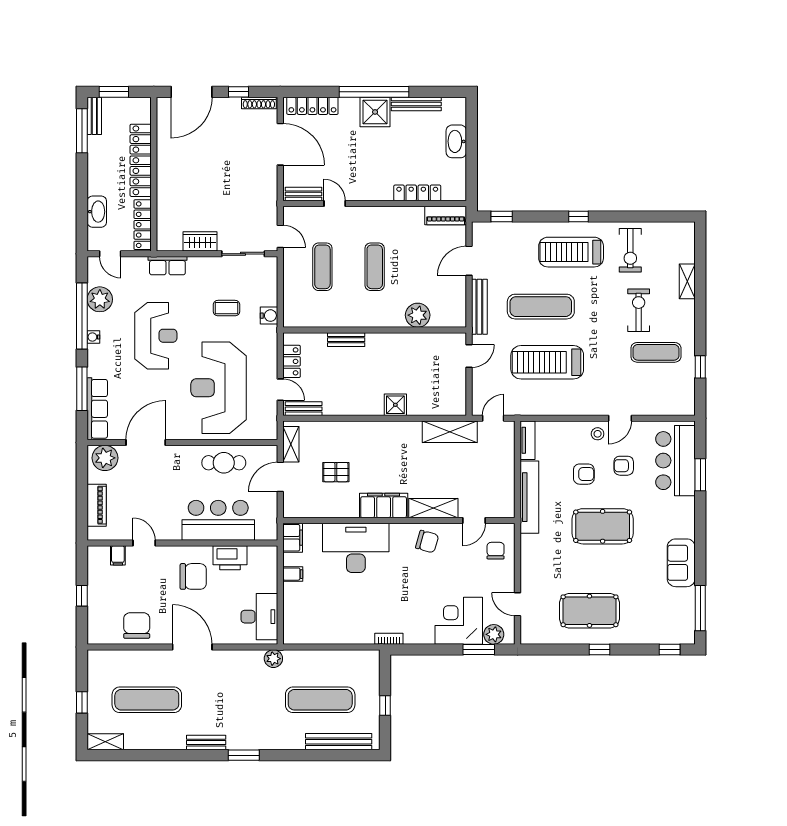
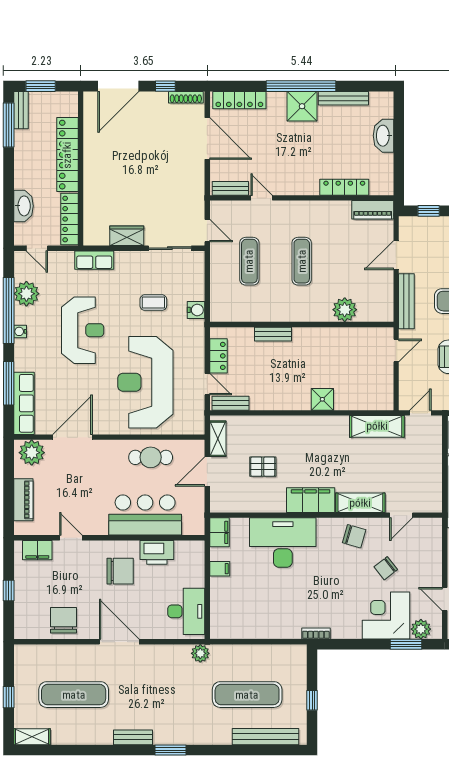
chair: (496, 551) -> (386, 568), moved, turned -128
filing cabinet: (118, 555) -> (37, 550), width x2.00

